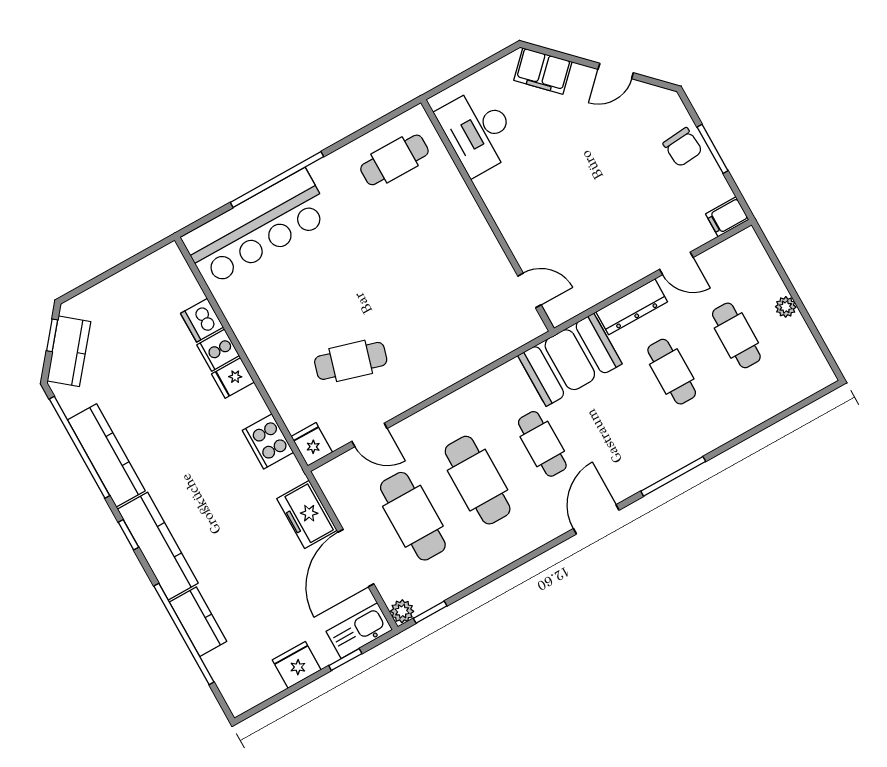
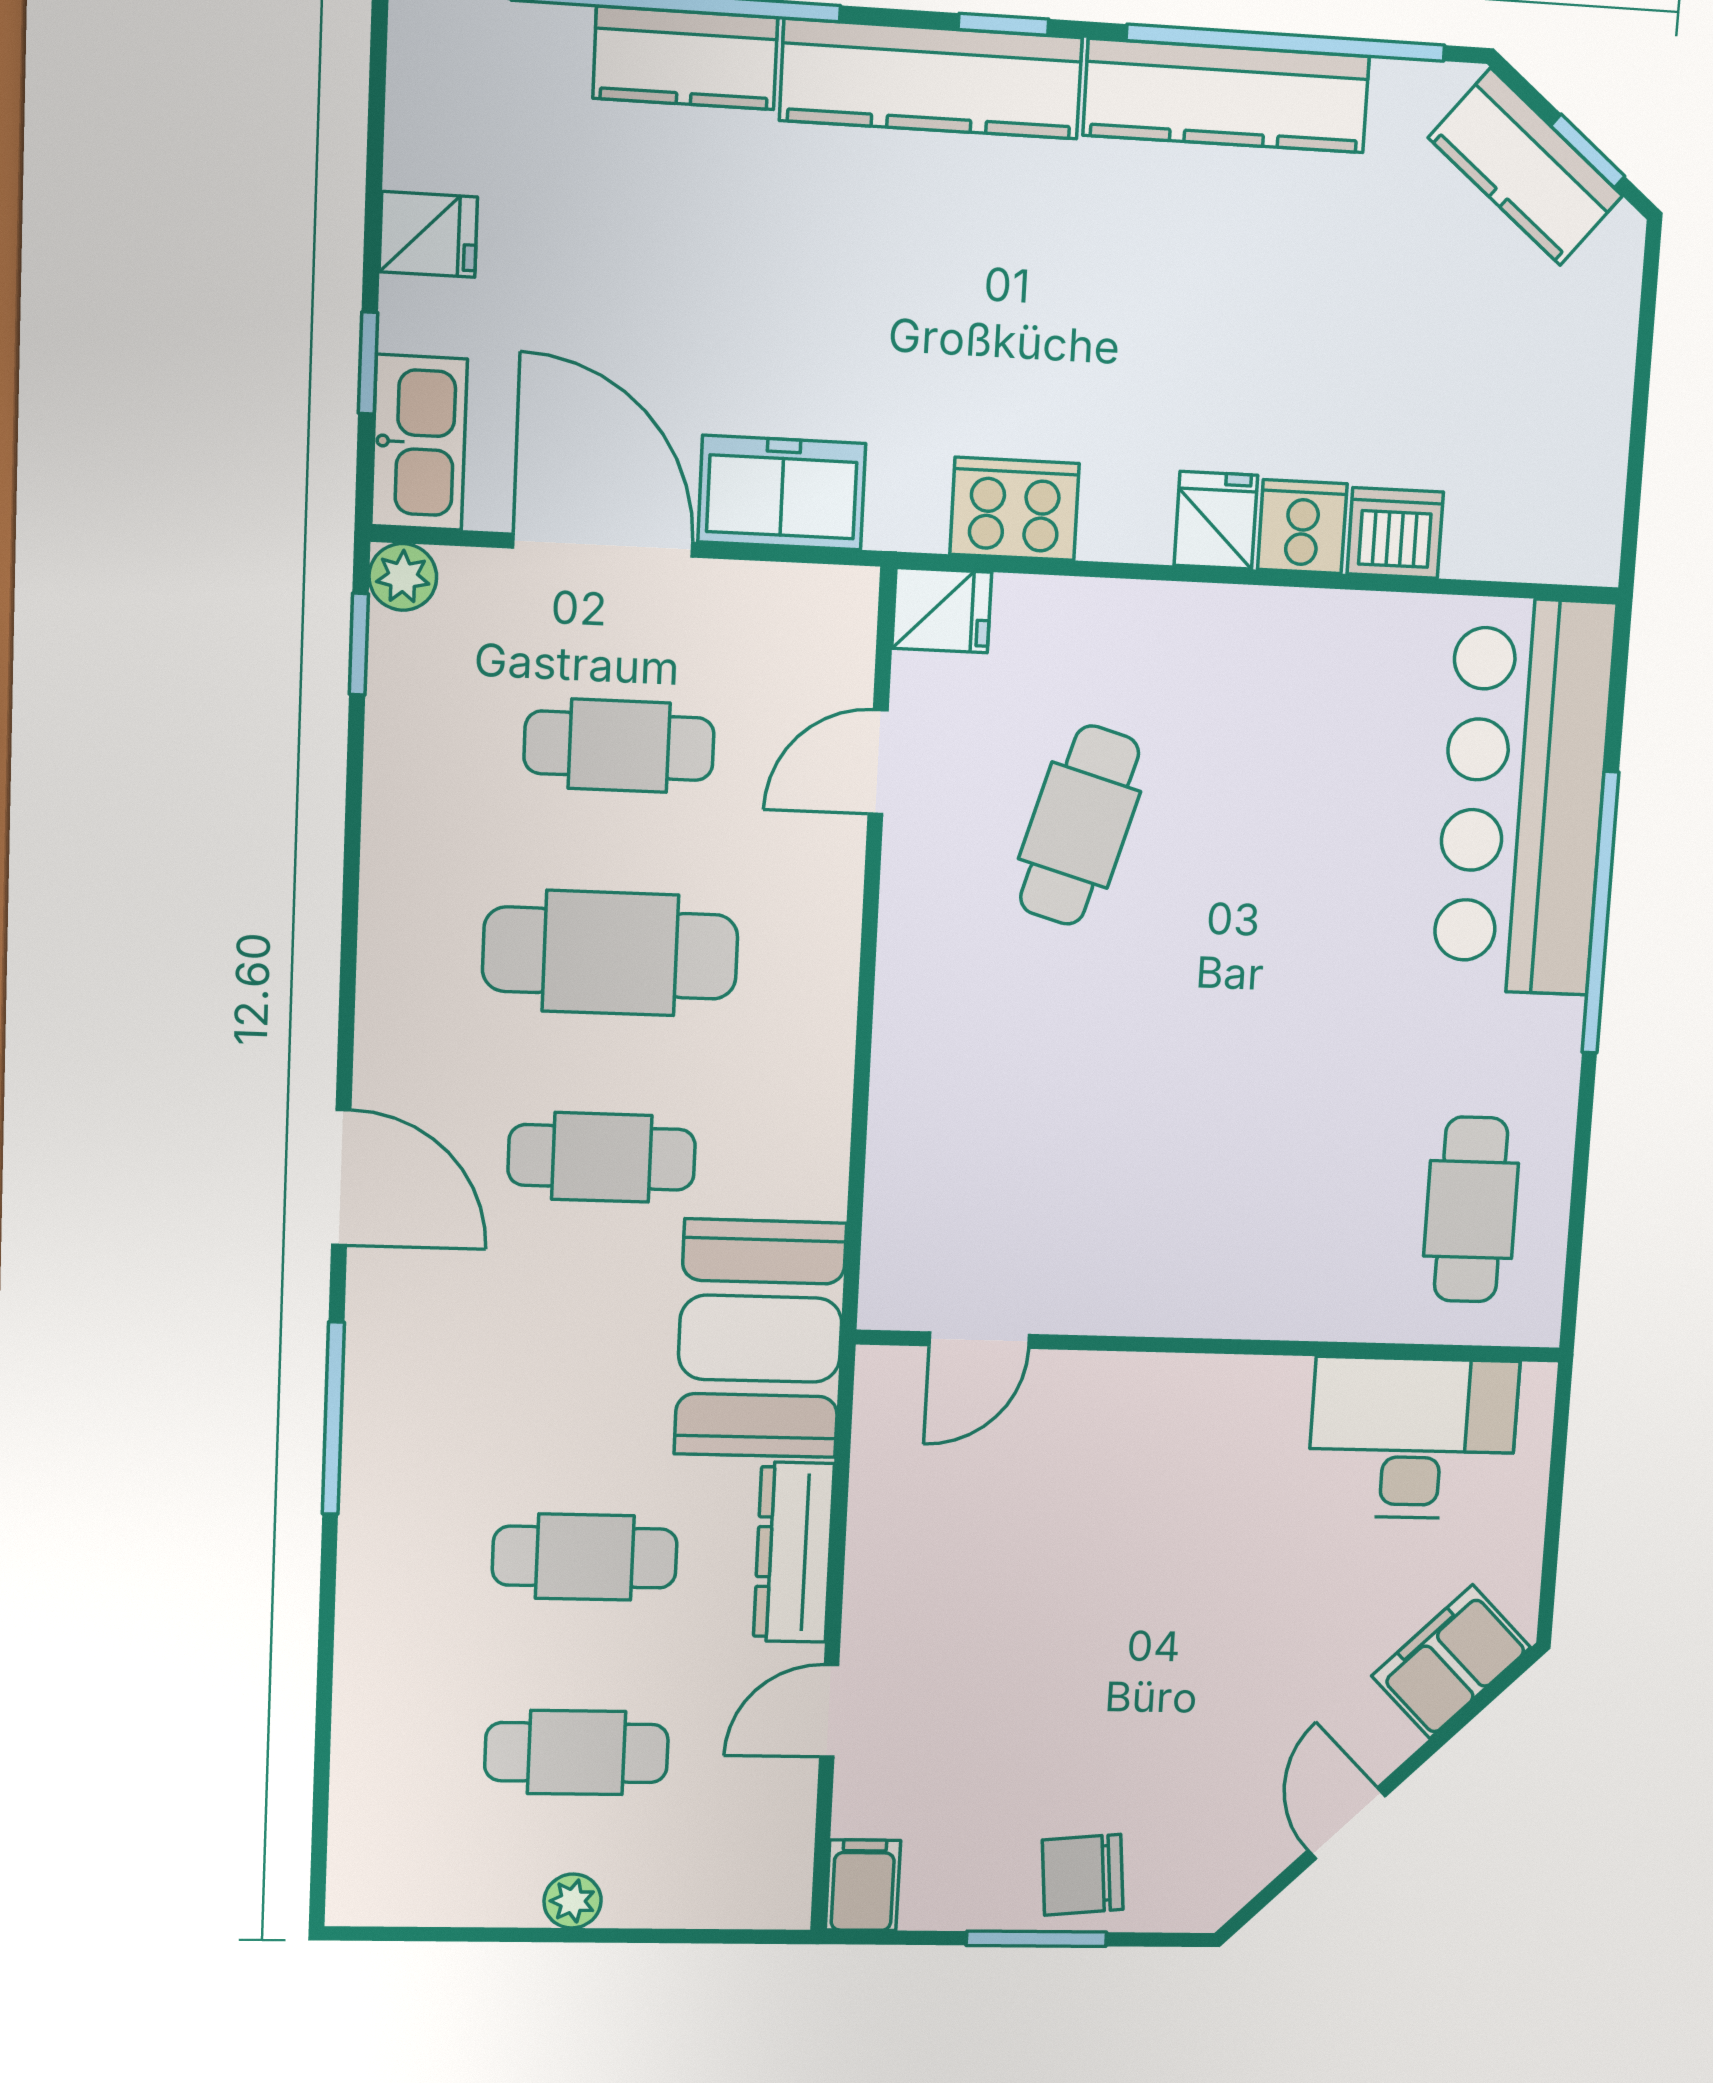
cafe table: (413, 516) -> (619, 746), width x0.73, depth x0.74
fridge: (297, 665) -> (428, 234), width x0.72

